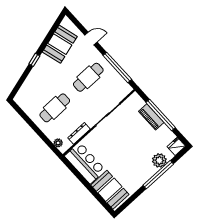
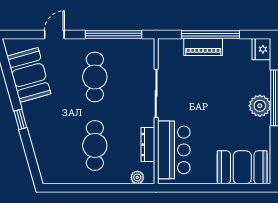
plant: (159, 160) -> (260, 106), moved
bar counter: (85, 163) -> (174, 150), moved, turned 90

